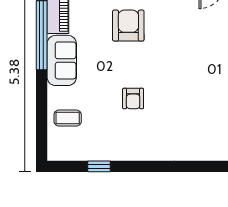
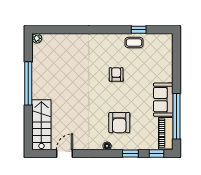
coffee table: (68, 118) -> (134, 42), moved

